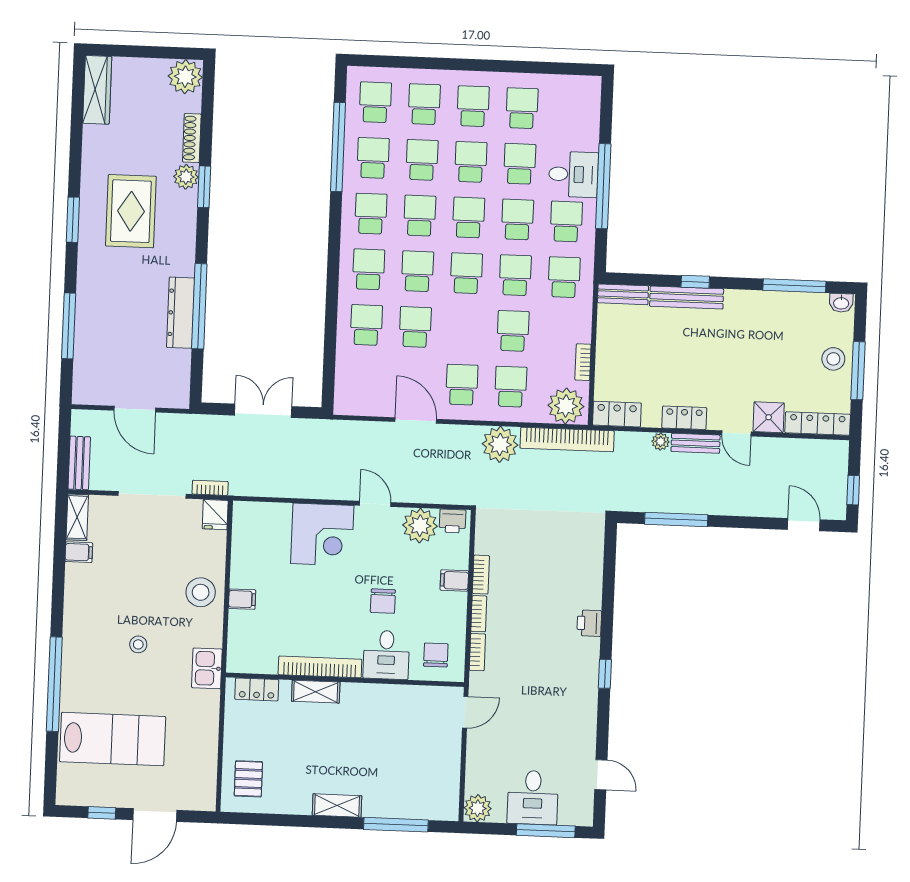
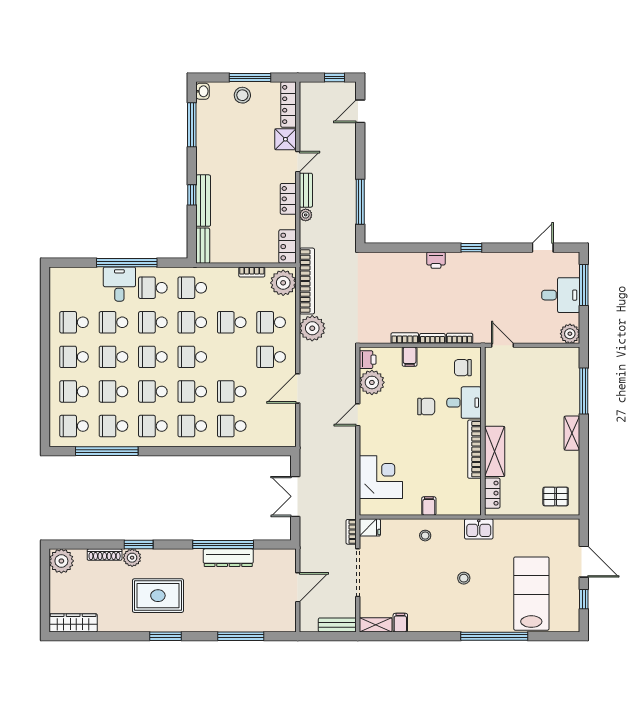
corner desk: (322, 535) -> (381, 477), moved
stool: (201, 592) -> (425, 536), width x0.53, depth x0.53
shelving: (316, 692) -> (495, 451), width x1.50, depth x1.33

